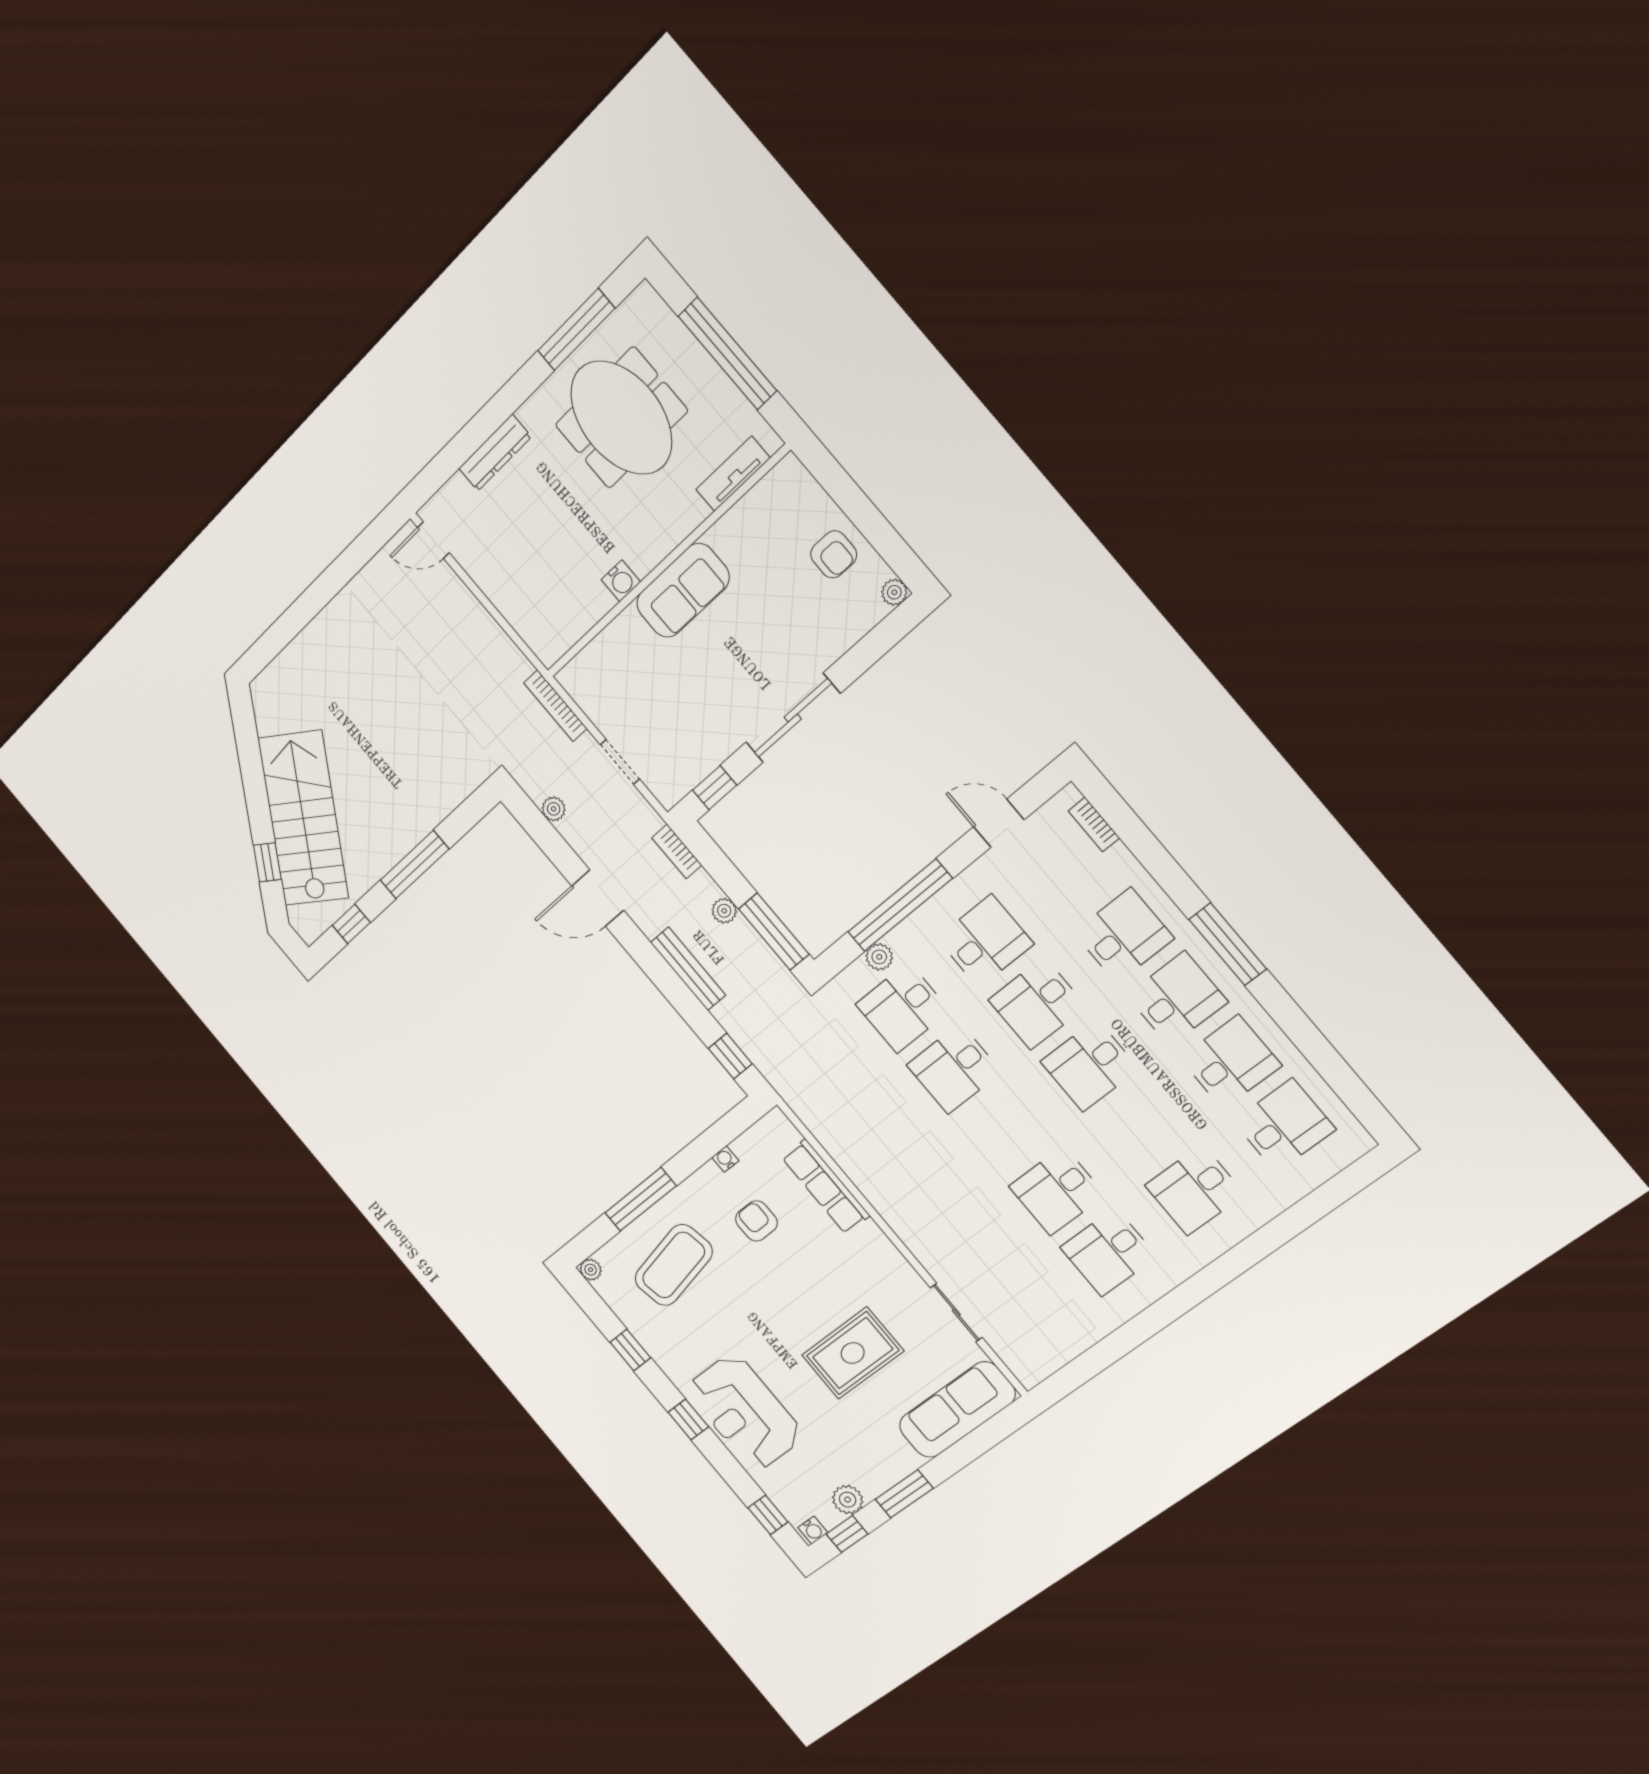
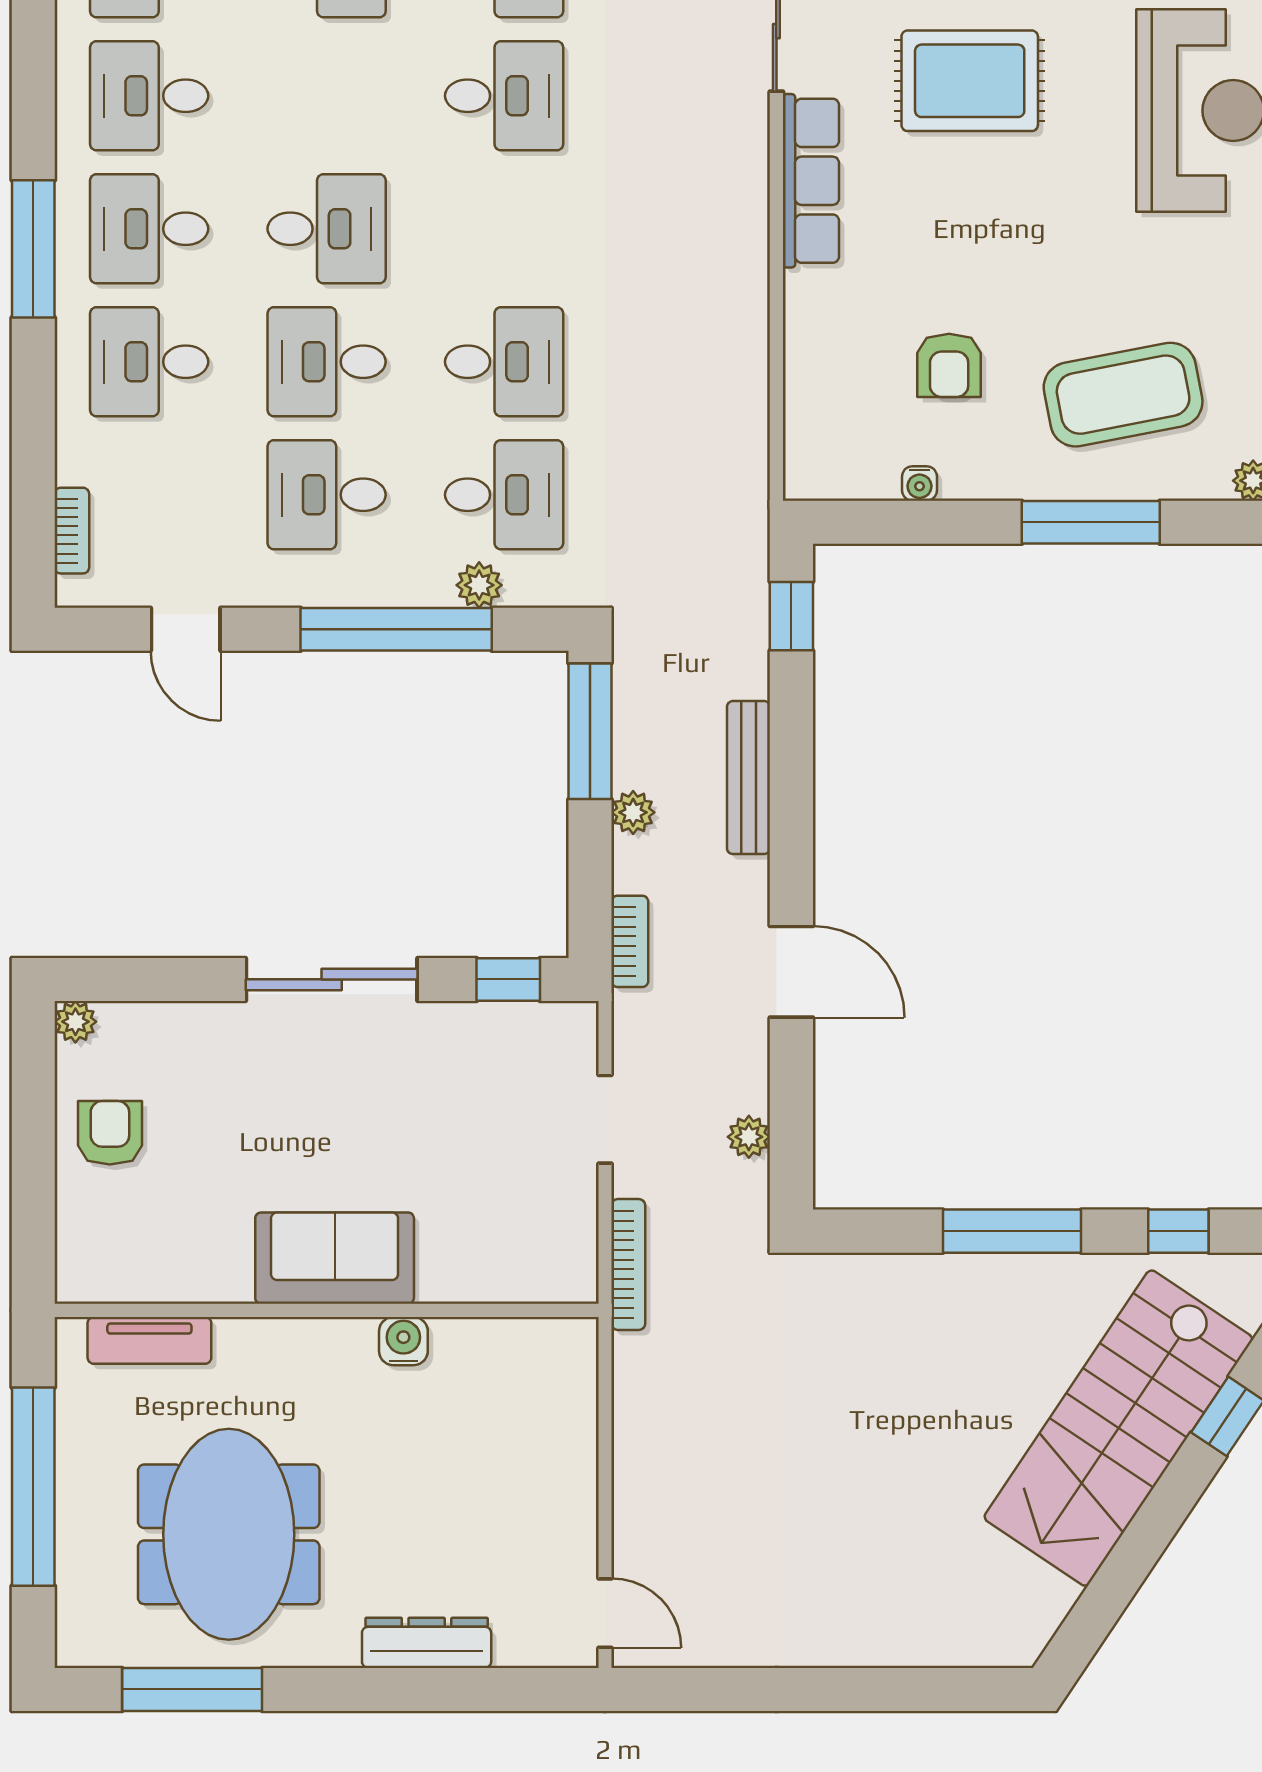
desk: (1037, 1003) -> (327, 362), turned 180
row of seats: (826, 1187) -> (811, 181), moved

